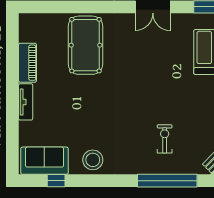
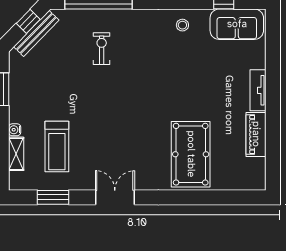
exercise bike: (165, 139) -> (102, 49), turned 180
stool: (93, 160) -> (182, 25), width x0.53, depth x0.53

